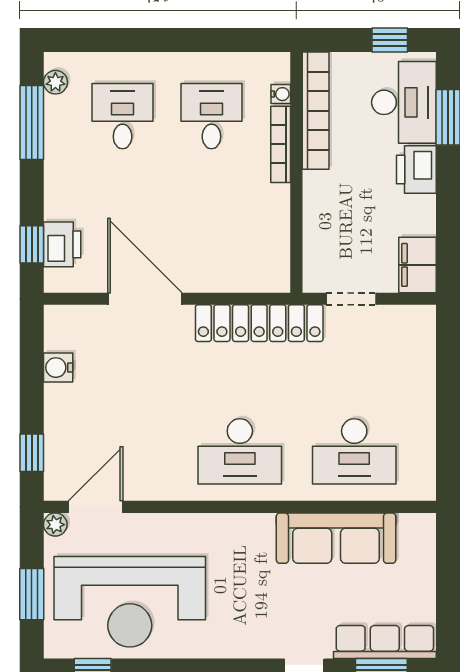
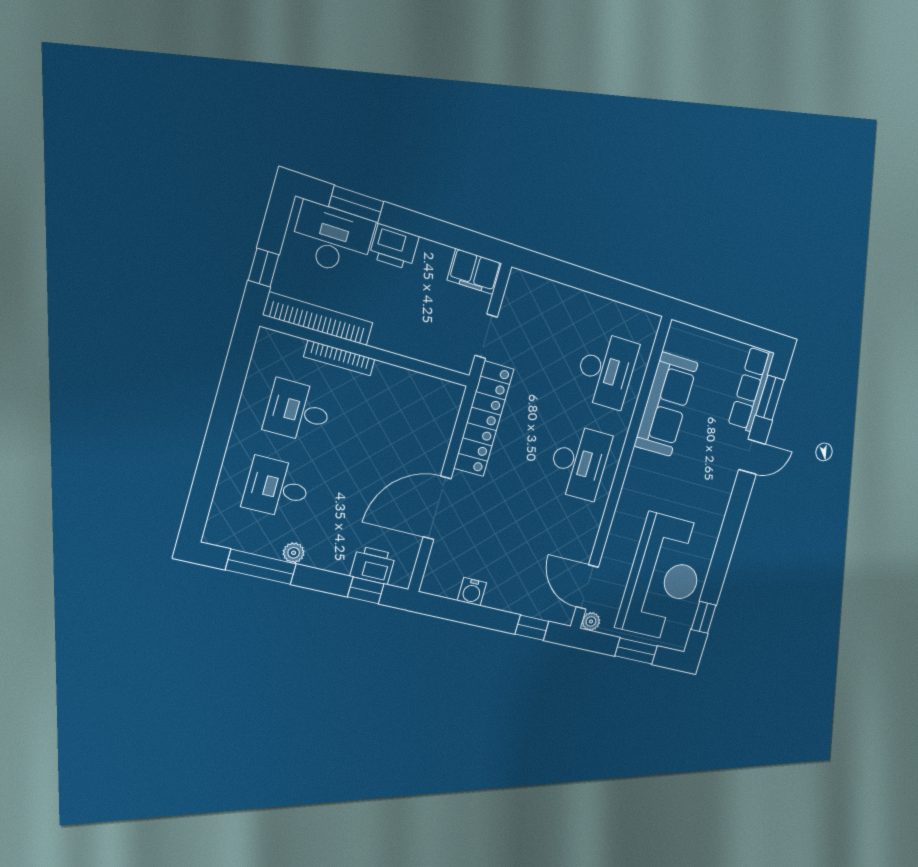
window: (390, 40) -> (264, 268), moved
plant: (55, 82) -> (294, 553), moved
water cooler: (281, 94) -> (295, 345), removed

